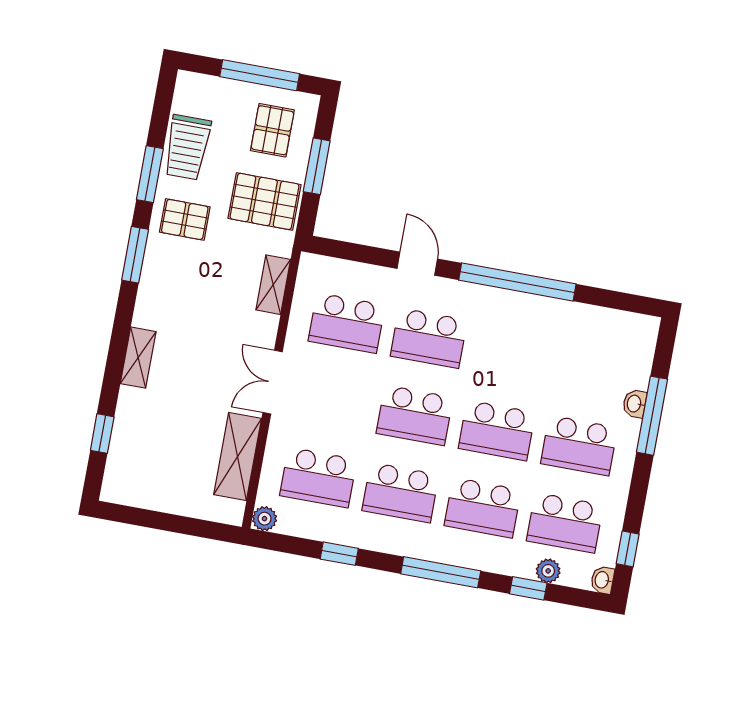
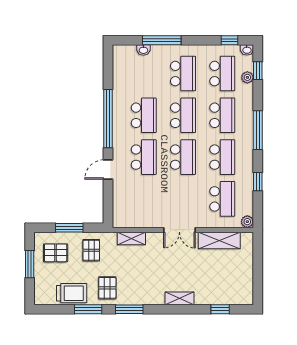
window: (260, 75) -> (30, 264), width x0.69
pallet: (264, 201) -> (91, 250), width x0.67, depth x0.71
school desk: (347, 323) -> (144, 115), moved
washbasin: (635, 404) -> (143, 50), moved
window: (528, 588) -> (258, 71), moved

